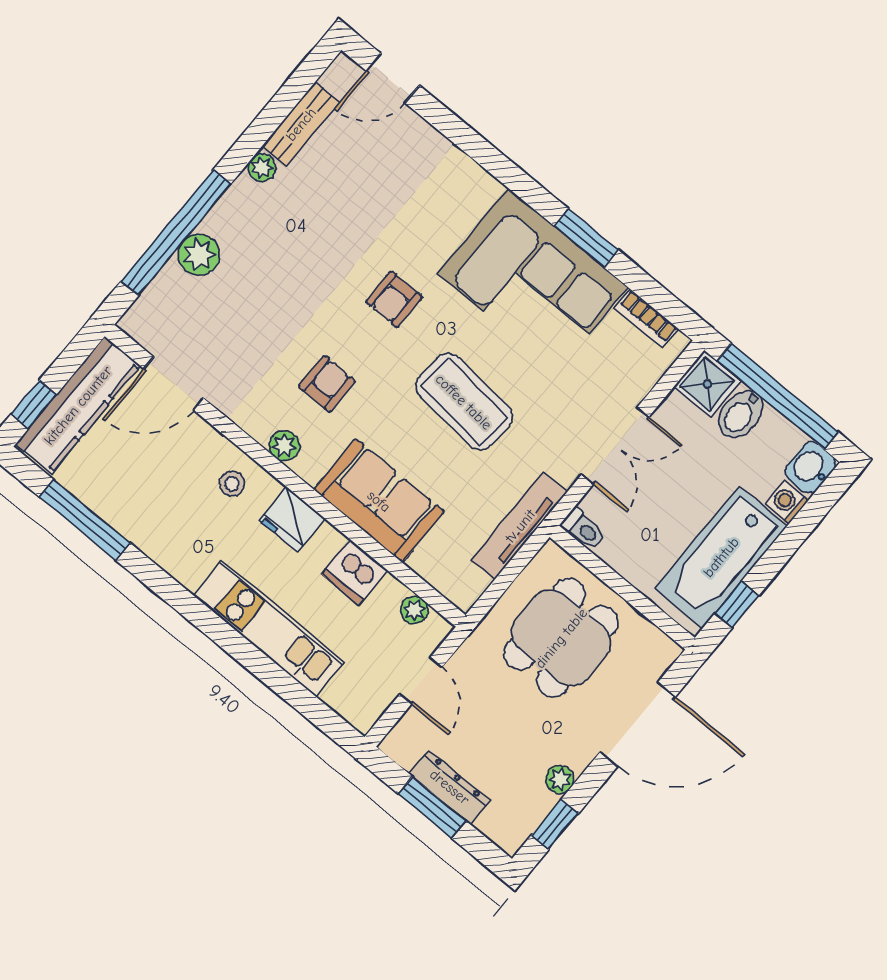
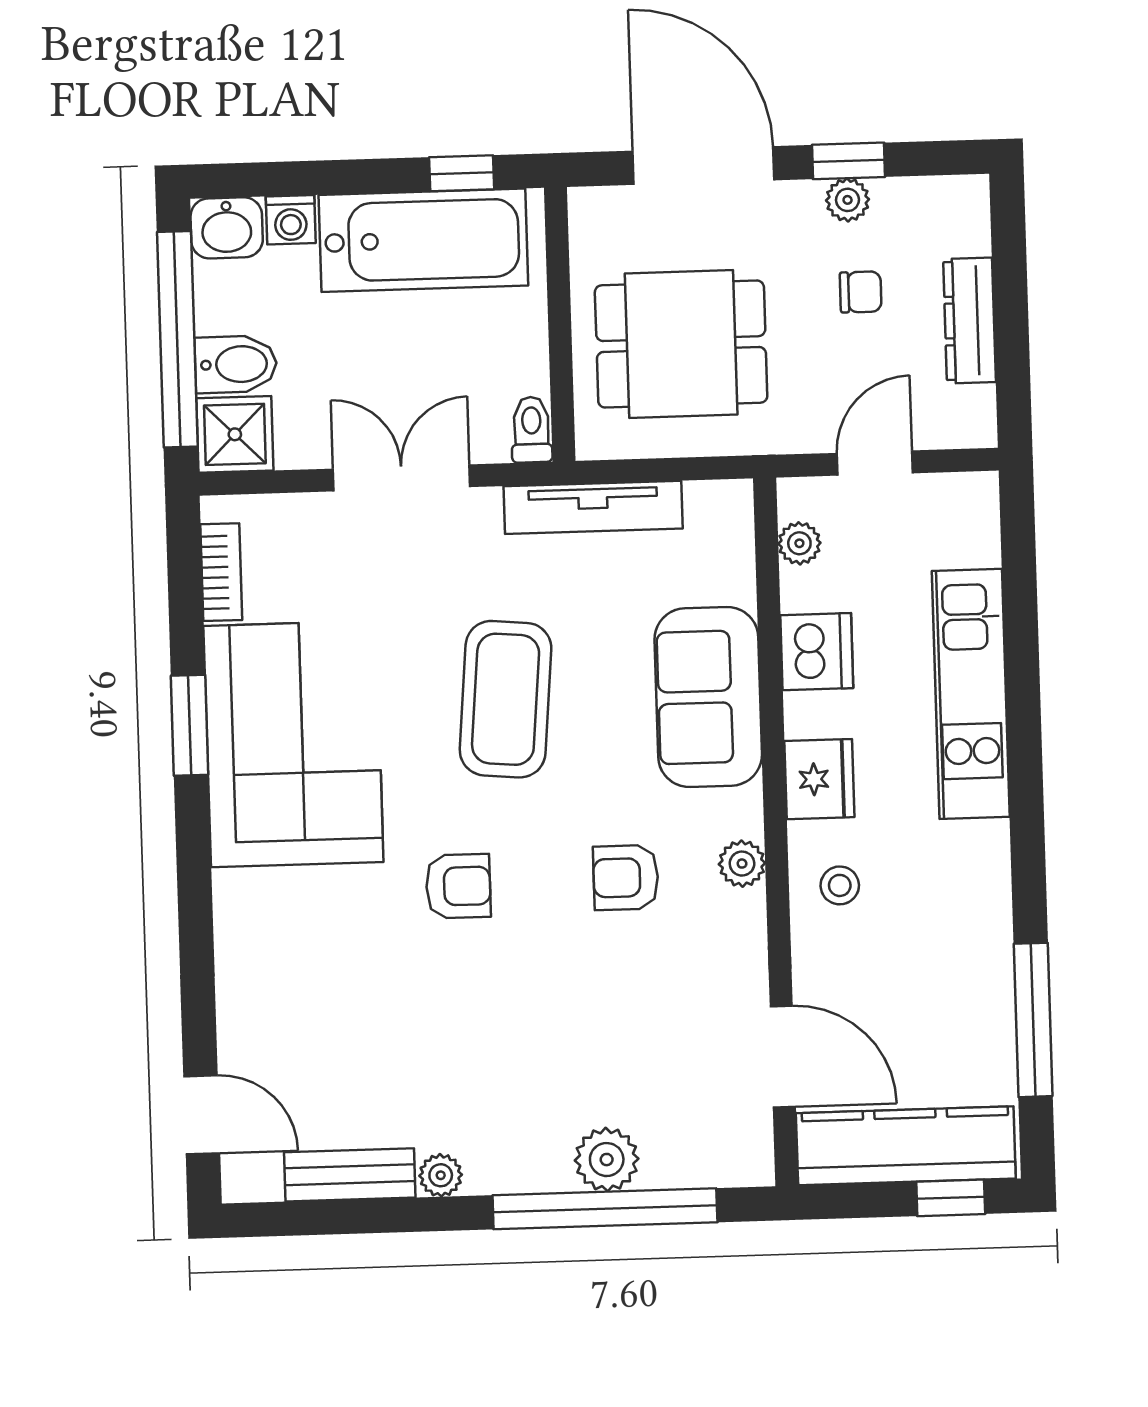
chair: (510, 747) -> (861, 292), added
window: (432, 807) -> (1011, 320), removed
window: (555, 824) -> (849, 161), moved

